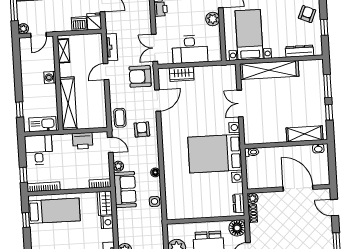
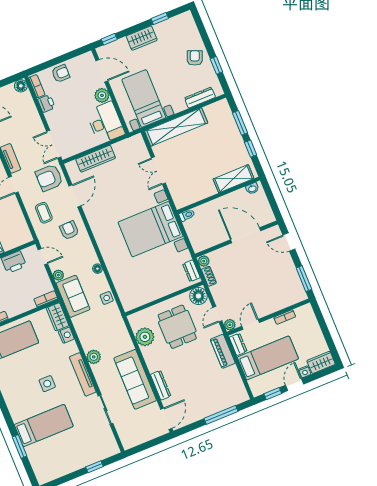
desk: (190, 49) -> (105, 123), moved, turned -90
wardrobe: (182, 74) -> (96, 159), width x1.50
coffee table: (120, 118) -> (44, 213), moved

